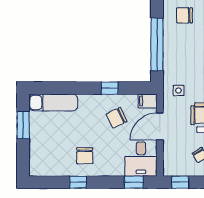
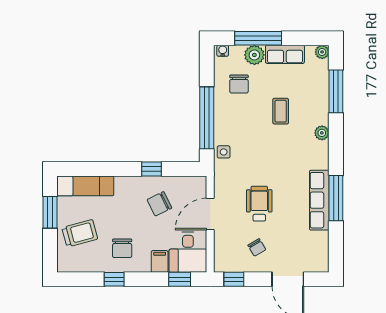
chair: (185, 15) -> (239, 84), turned -90
side table: (179, 90) -> (224, 152), moved
filing cabinet: (148, 101) -> (160, 261), moved, turned 90
trolley: (49, 143) -> (80, 233), added

